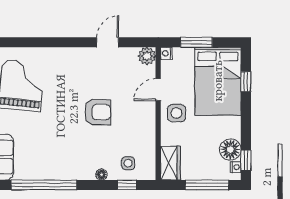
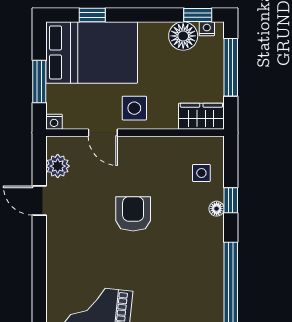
plant: (147, 56) -> (58, 166), moved
window: (127, 185) -> (231, 200), moved

